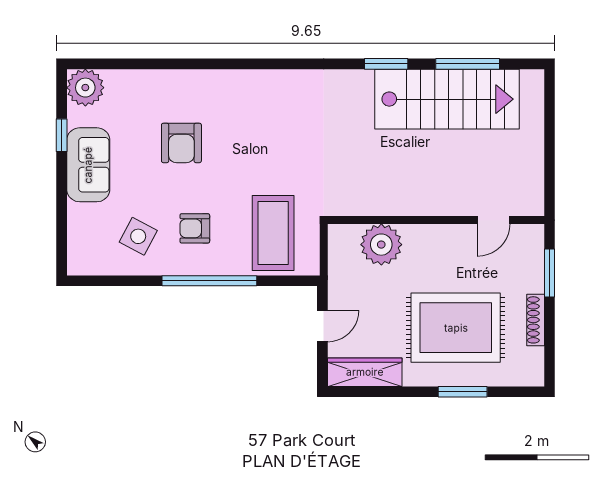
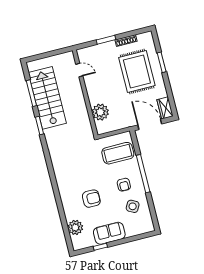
plant: (85, 88) -> (75, 227), moved
wall: (436, 220) -> (85, 93), moved
door: (494, 220) -> (79, 70), moved
plant: (381, 245) -> (100, 112), moved
door: (322, 326) -> (150, 124), width x1.88
wardrobe: (365, 372) -> (165, 108), width x0.67

